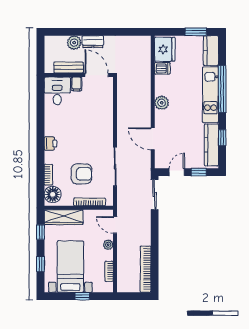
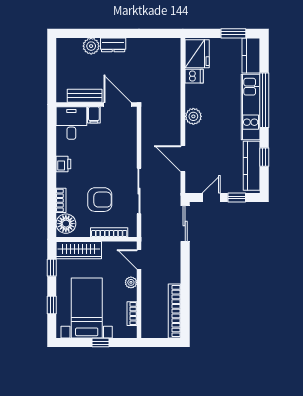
bench: (69, 68) -> (85, 96), moved
wall: (79, 75) -> (96, 104), moved
door: (97, 75) -> (117, 104), moved
filing cabinet: (77, 84) -> (94, 115), moved
desk: (57, 91) -> (71, 123), moved

